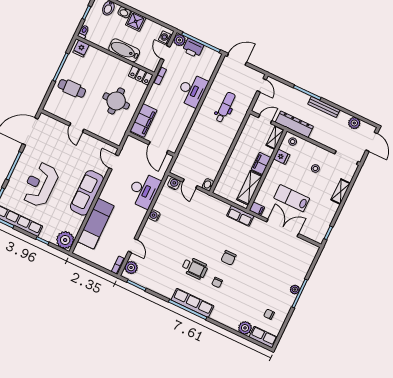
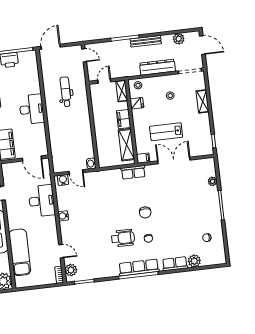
desk: (192, 90) -> (32, 109), moved
dresser: (294, 124) -> (157, 67), moved
plant: (295, 290) -> (213, 181), moved
row of seats: (263, 337) -> (175, 264), moved

